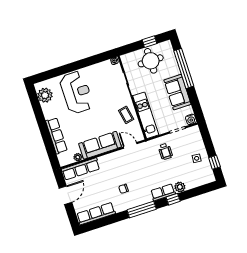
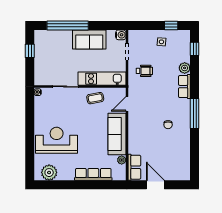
round table: (151, 61) -> (49, 56), removed
row of seats: (81, 169) -> (134, 167), width x0.68
window: (173, 199) -> (195, 49), moved
row of seats: (96, 214) -> (184, 160), removed

